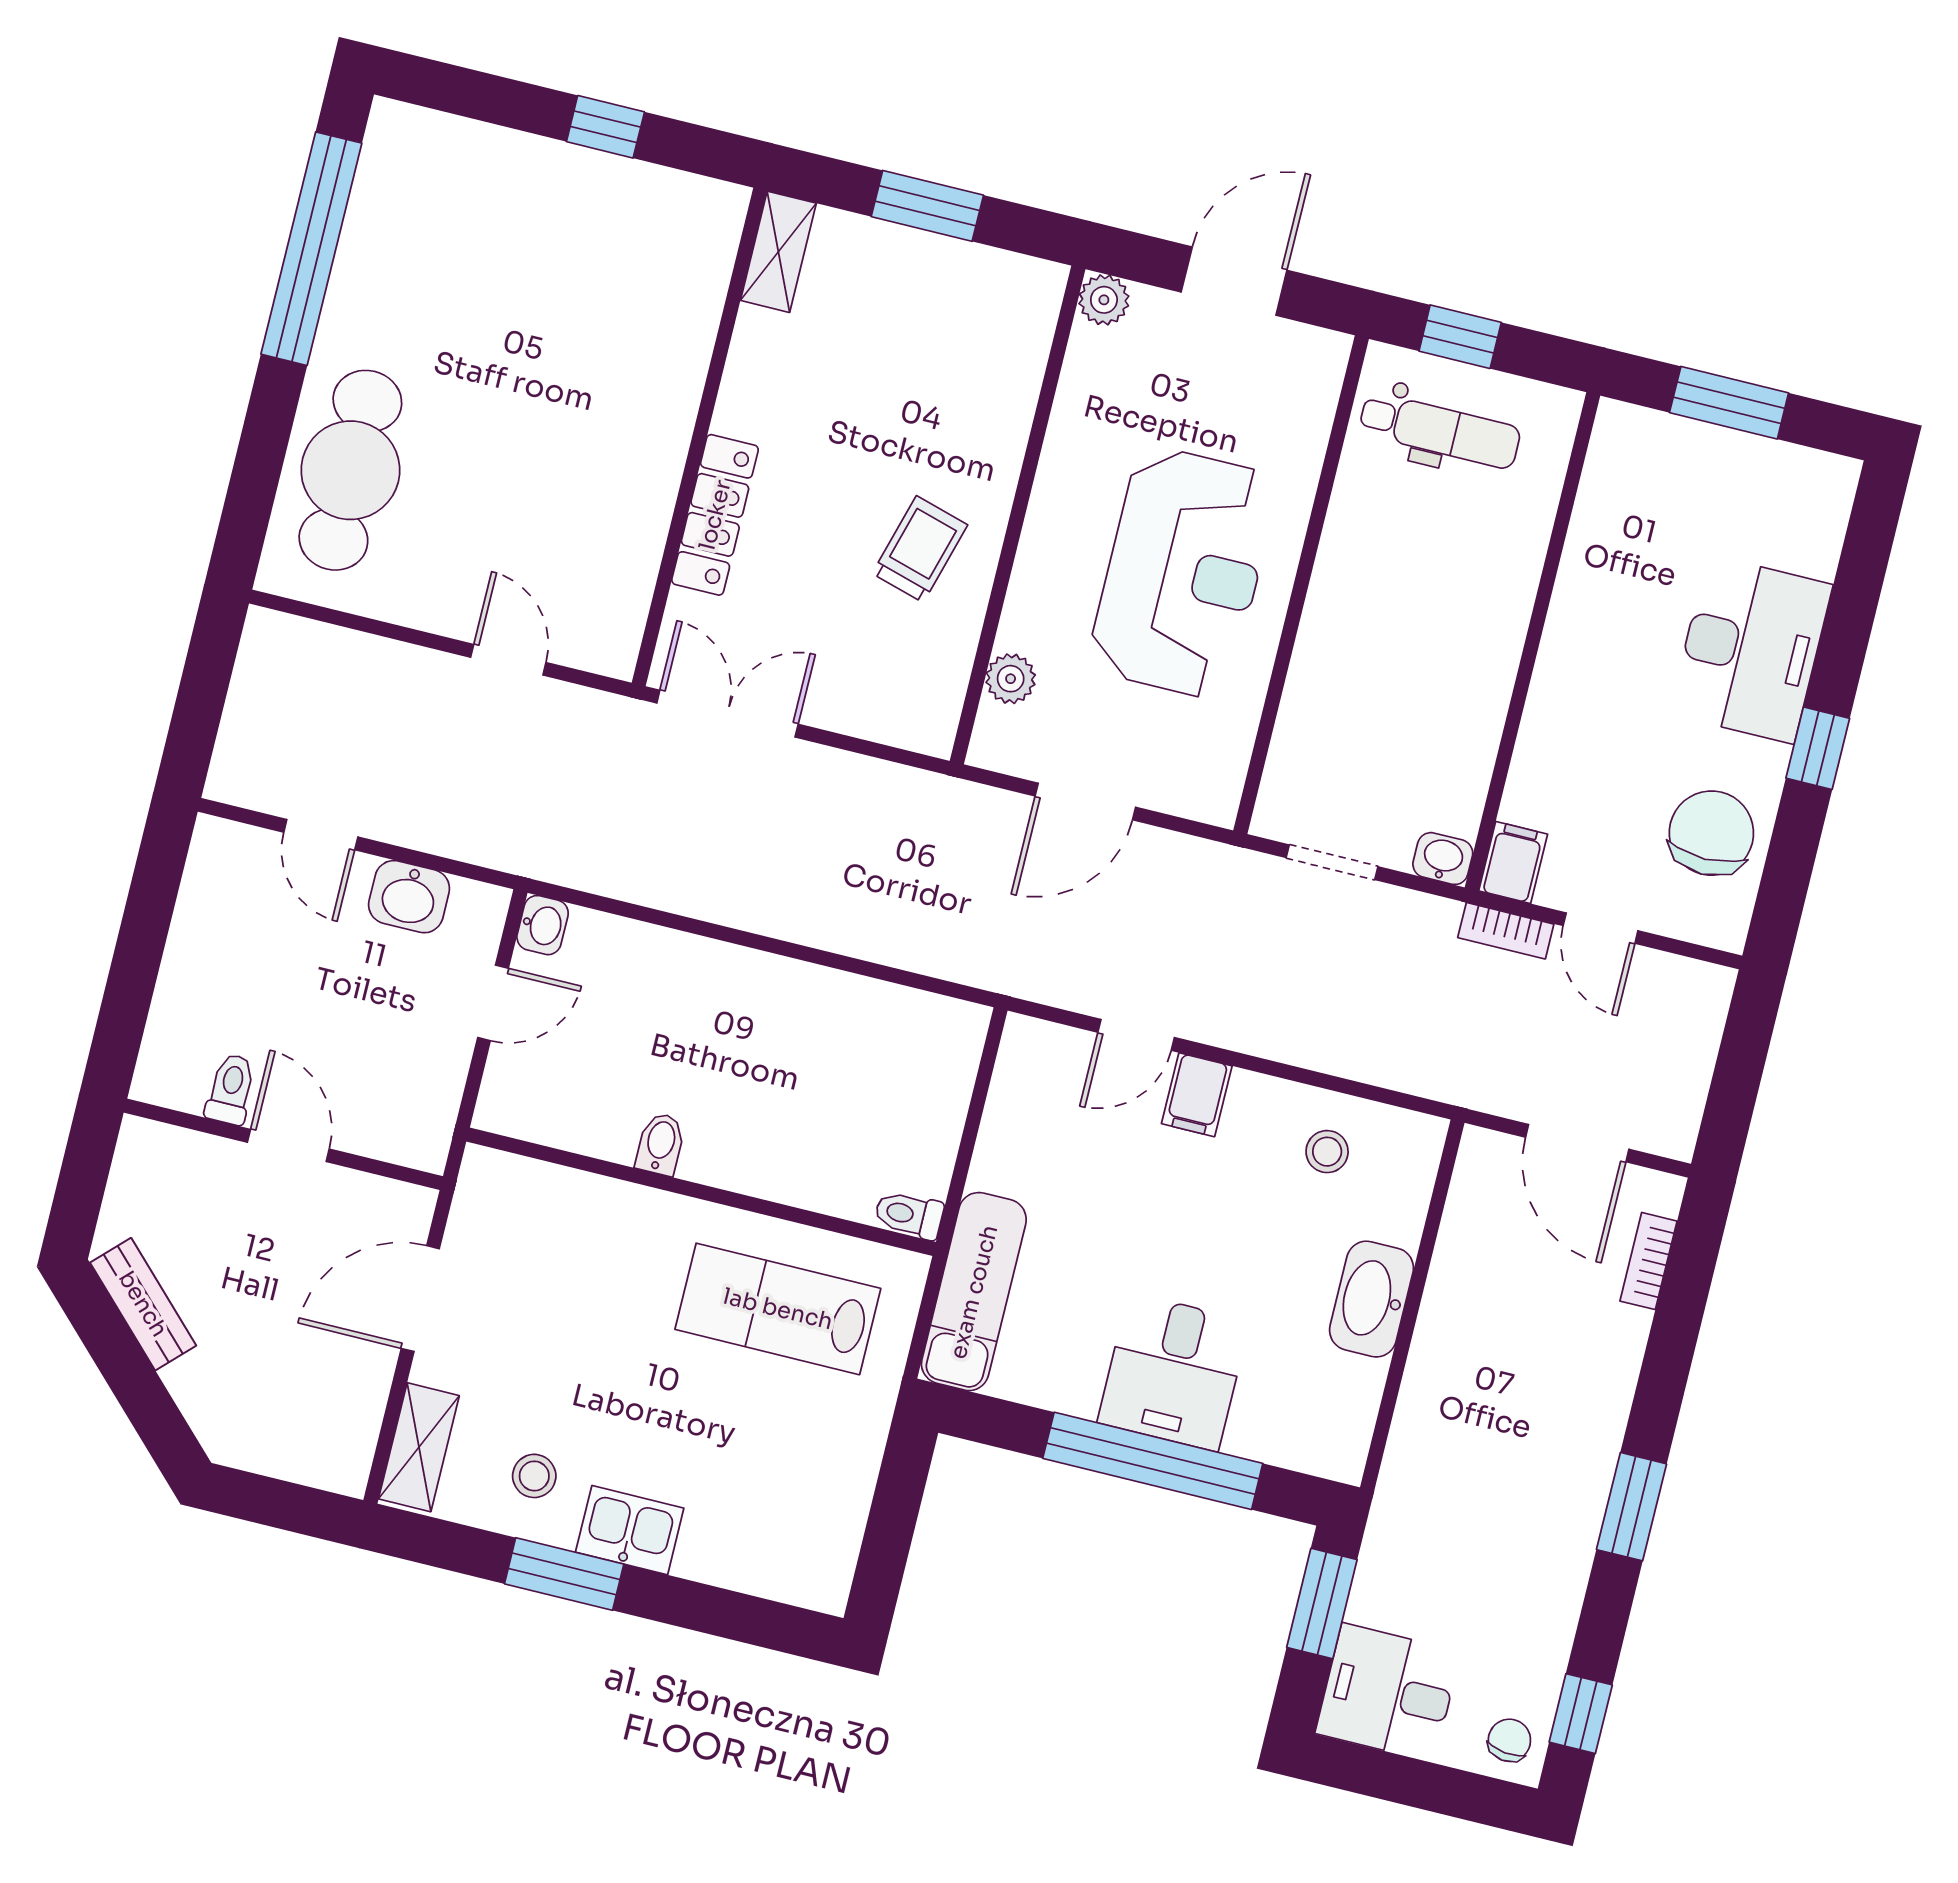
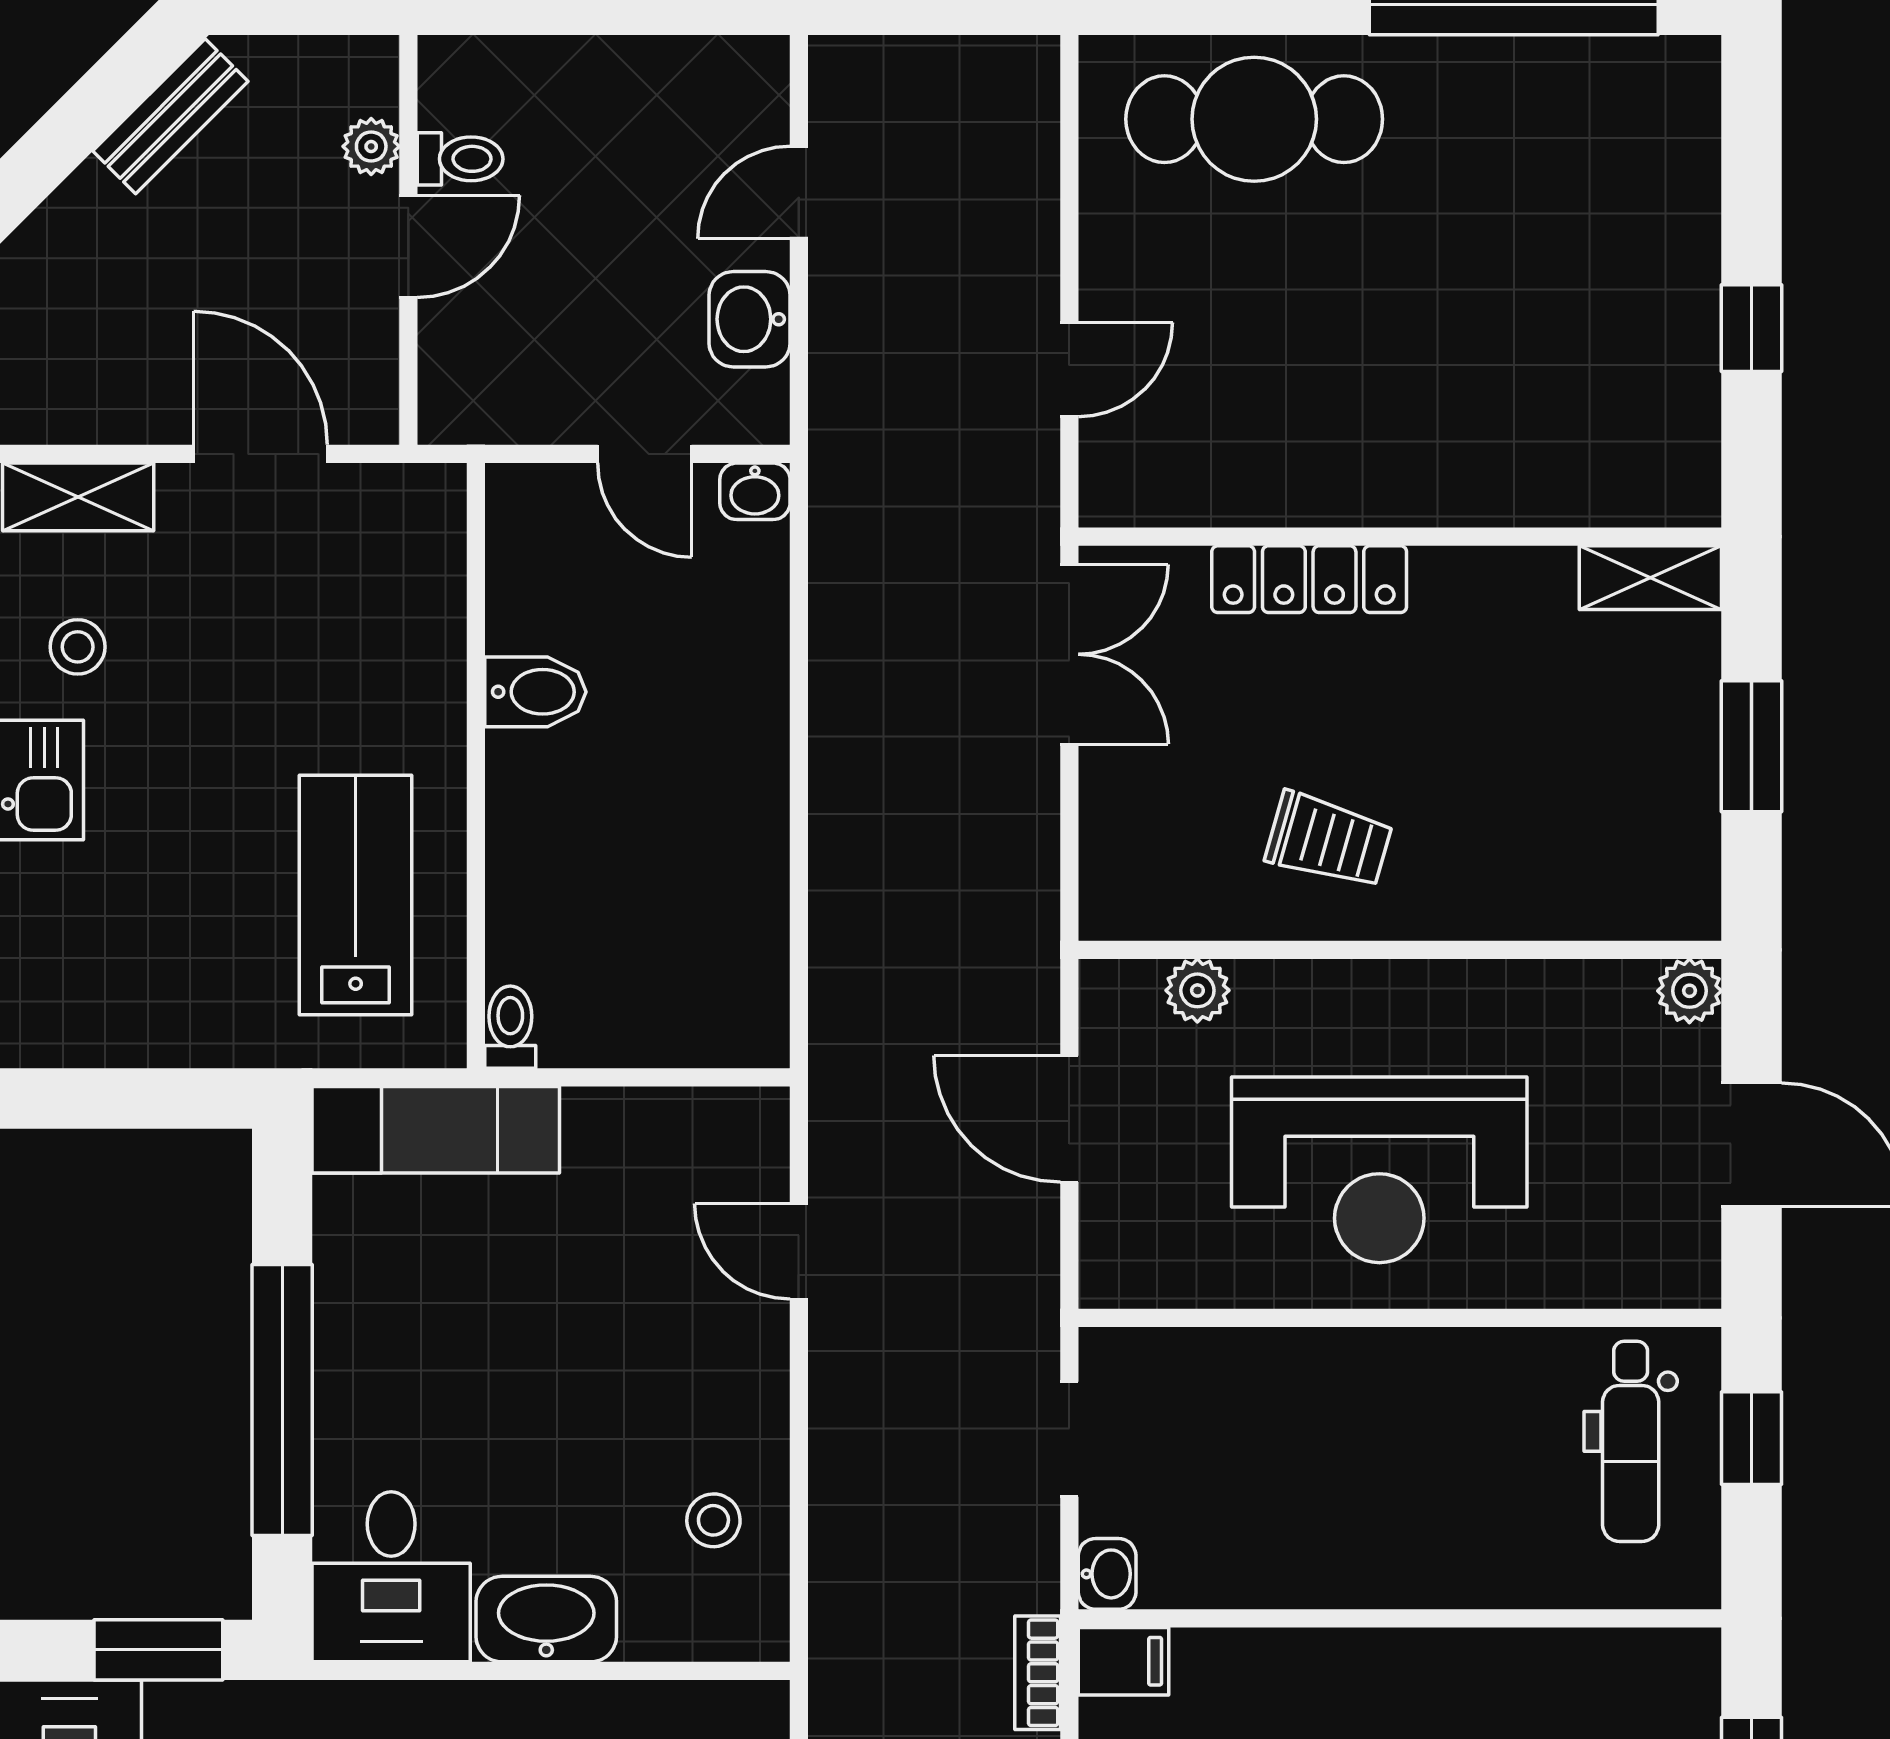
filing cabinet: (1197, 1095) -> (744, 1344), removed
bidet: (660, 1144) -> (536, 692), width x1.38, depth x1.36
plant: (204, 1155) -> (371, 146), added
desk: (1173, 1372) -> (391, 1577), moved, turned -90

